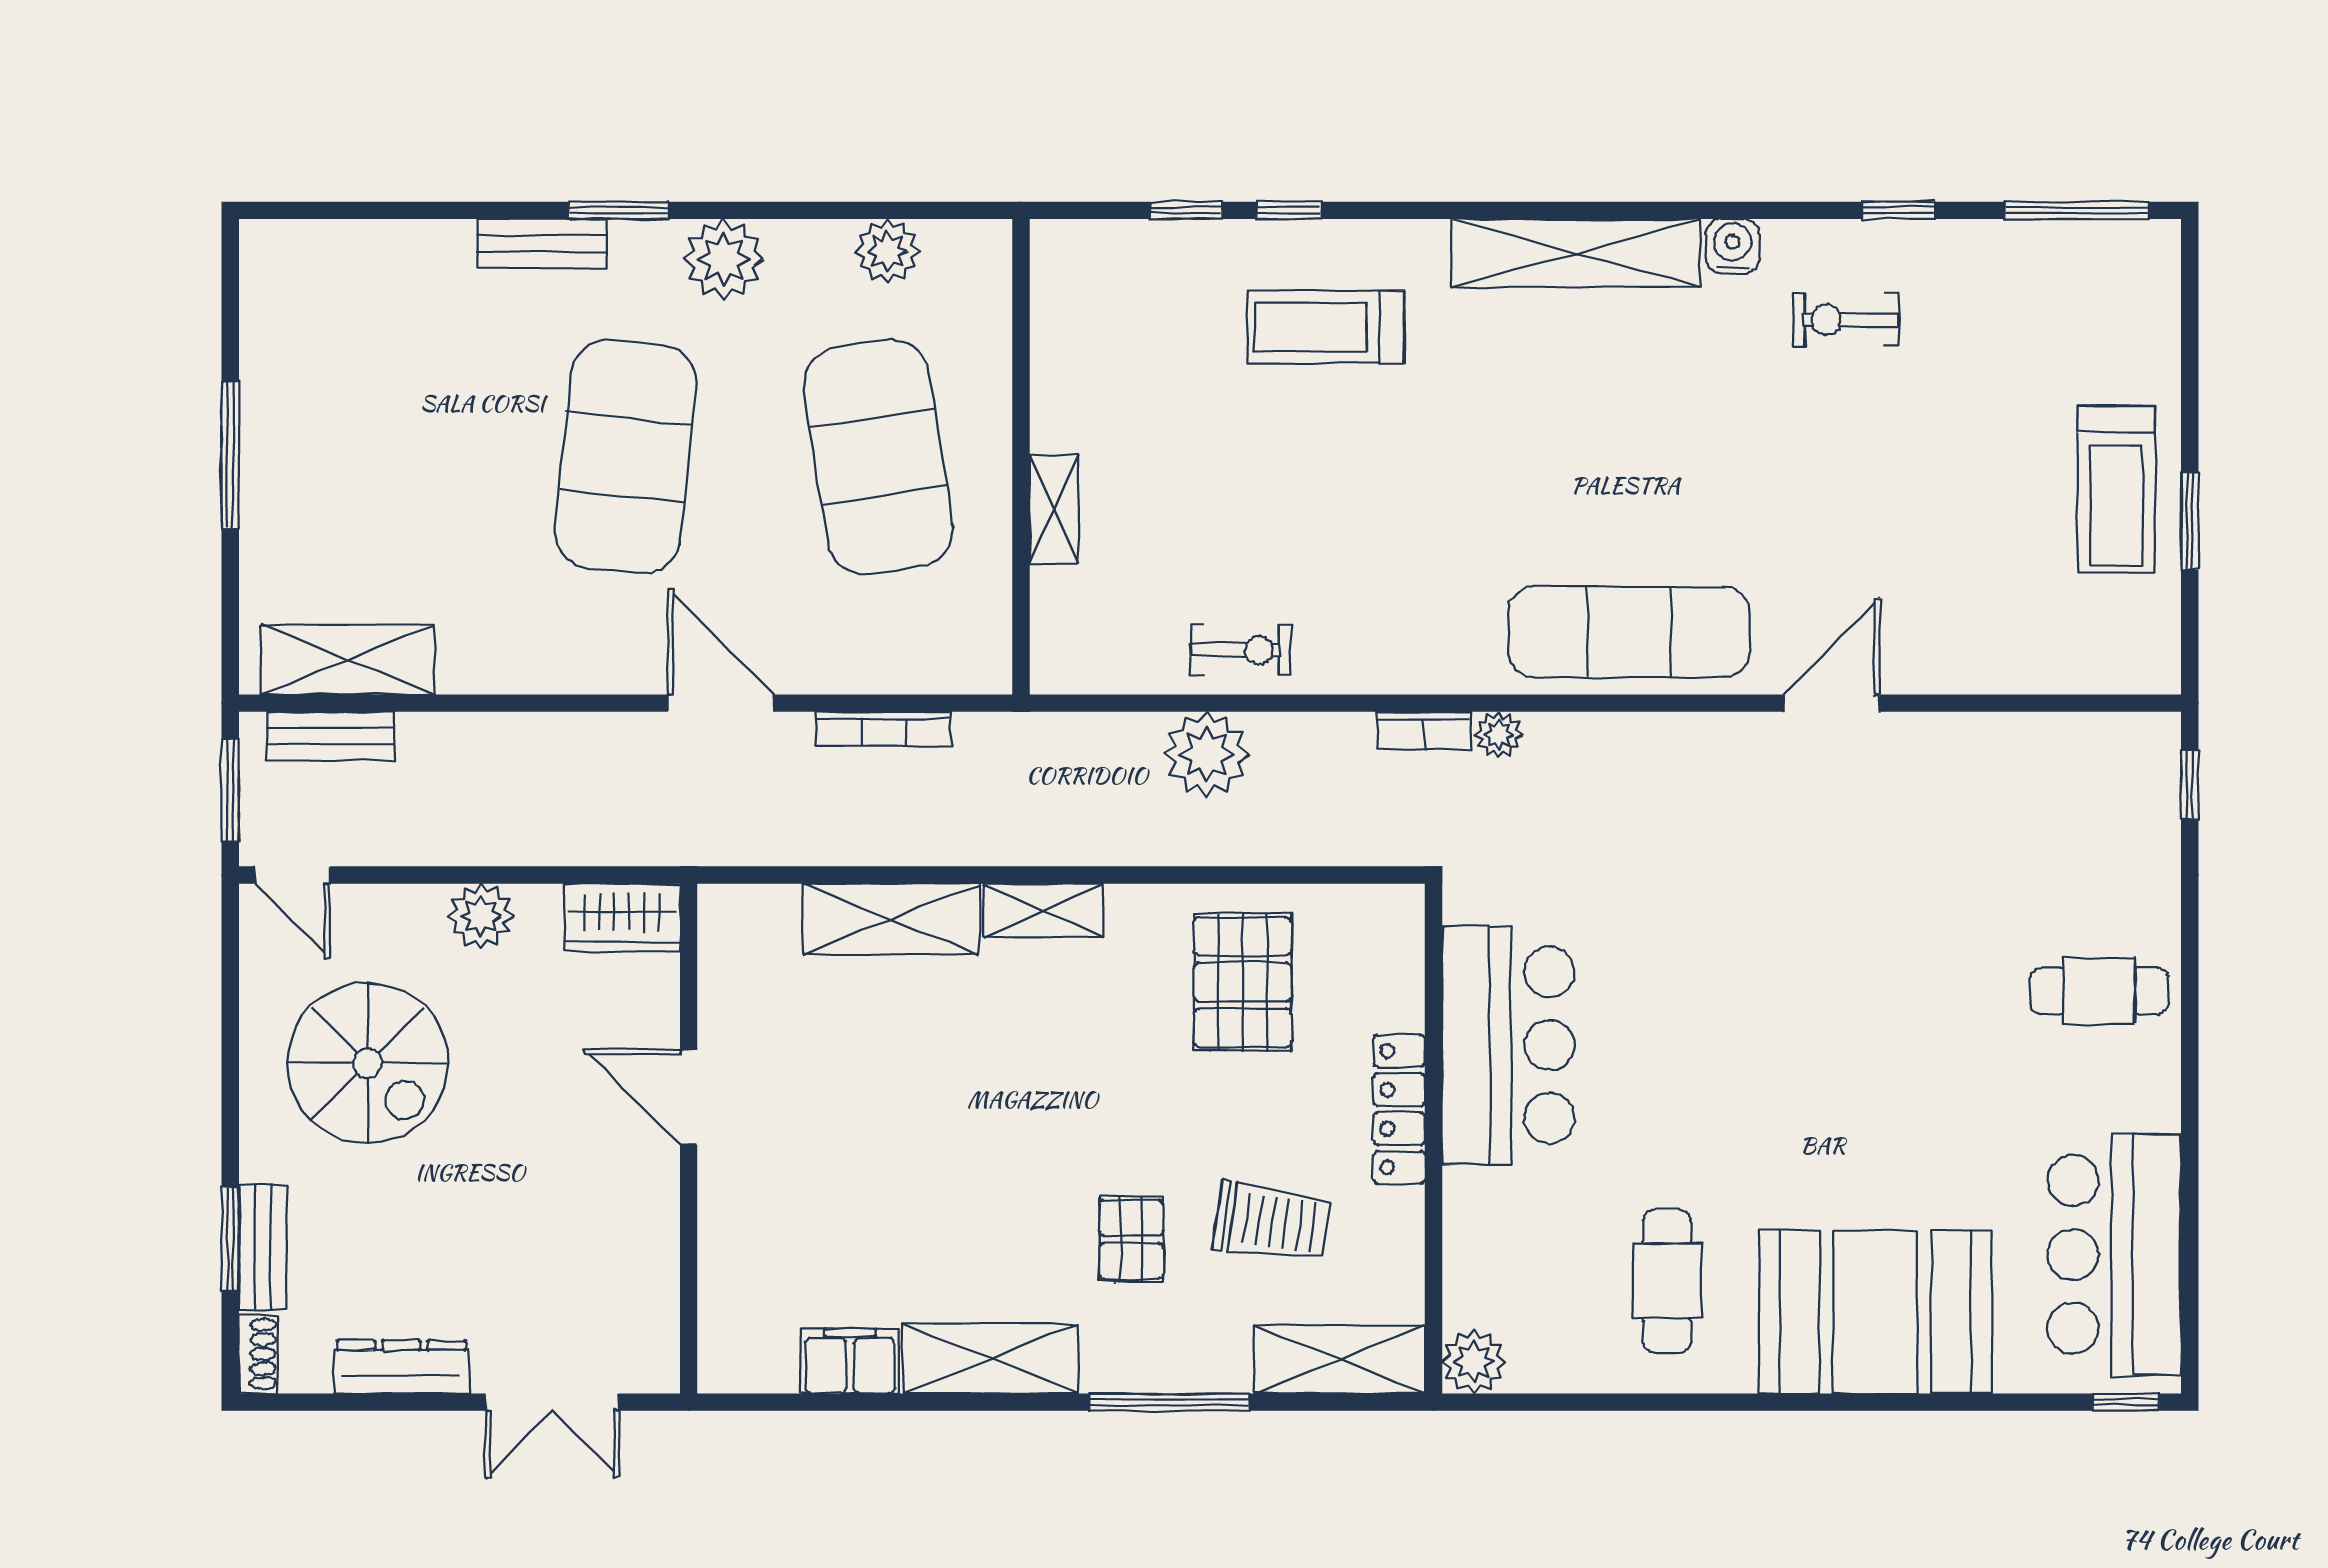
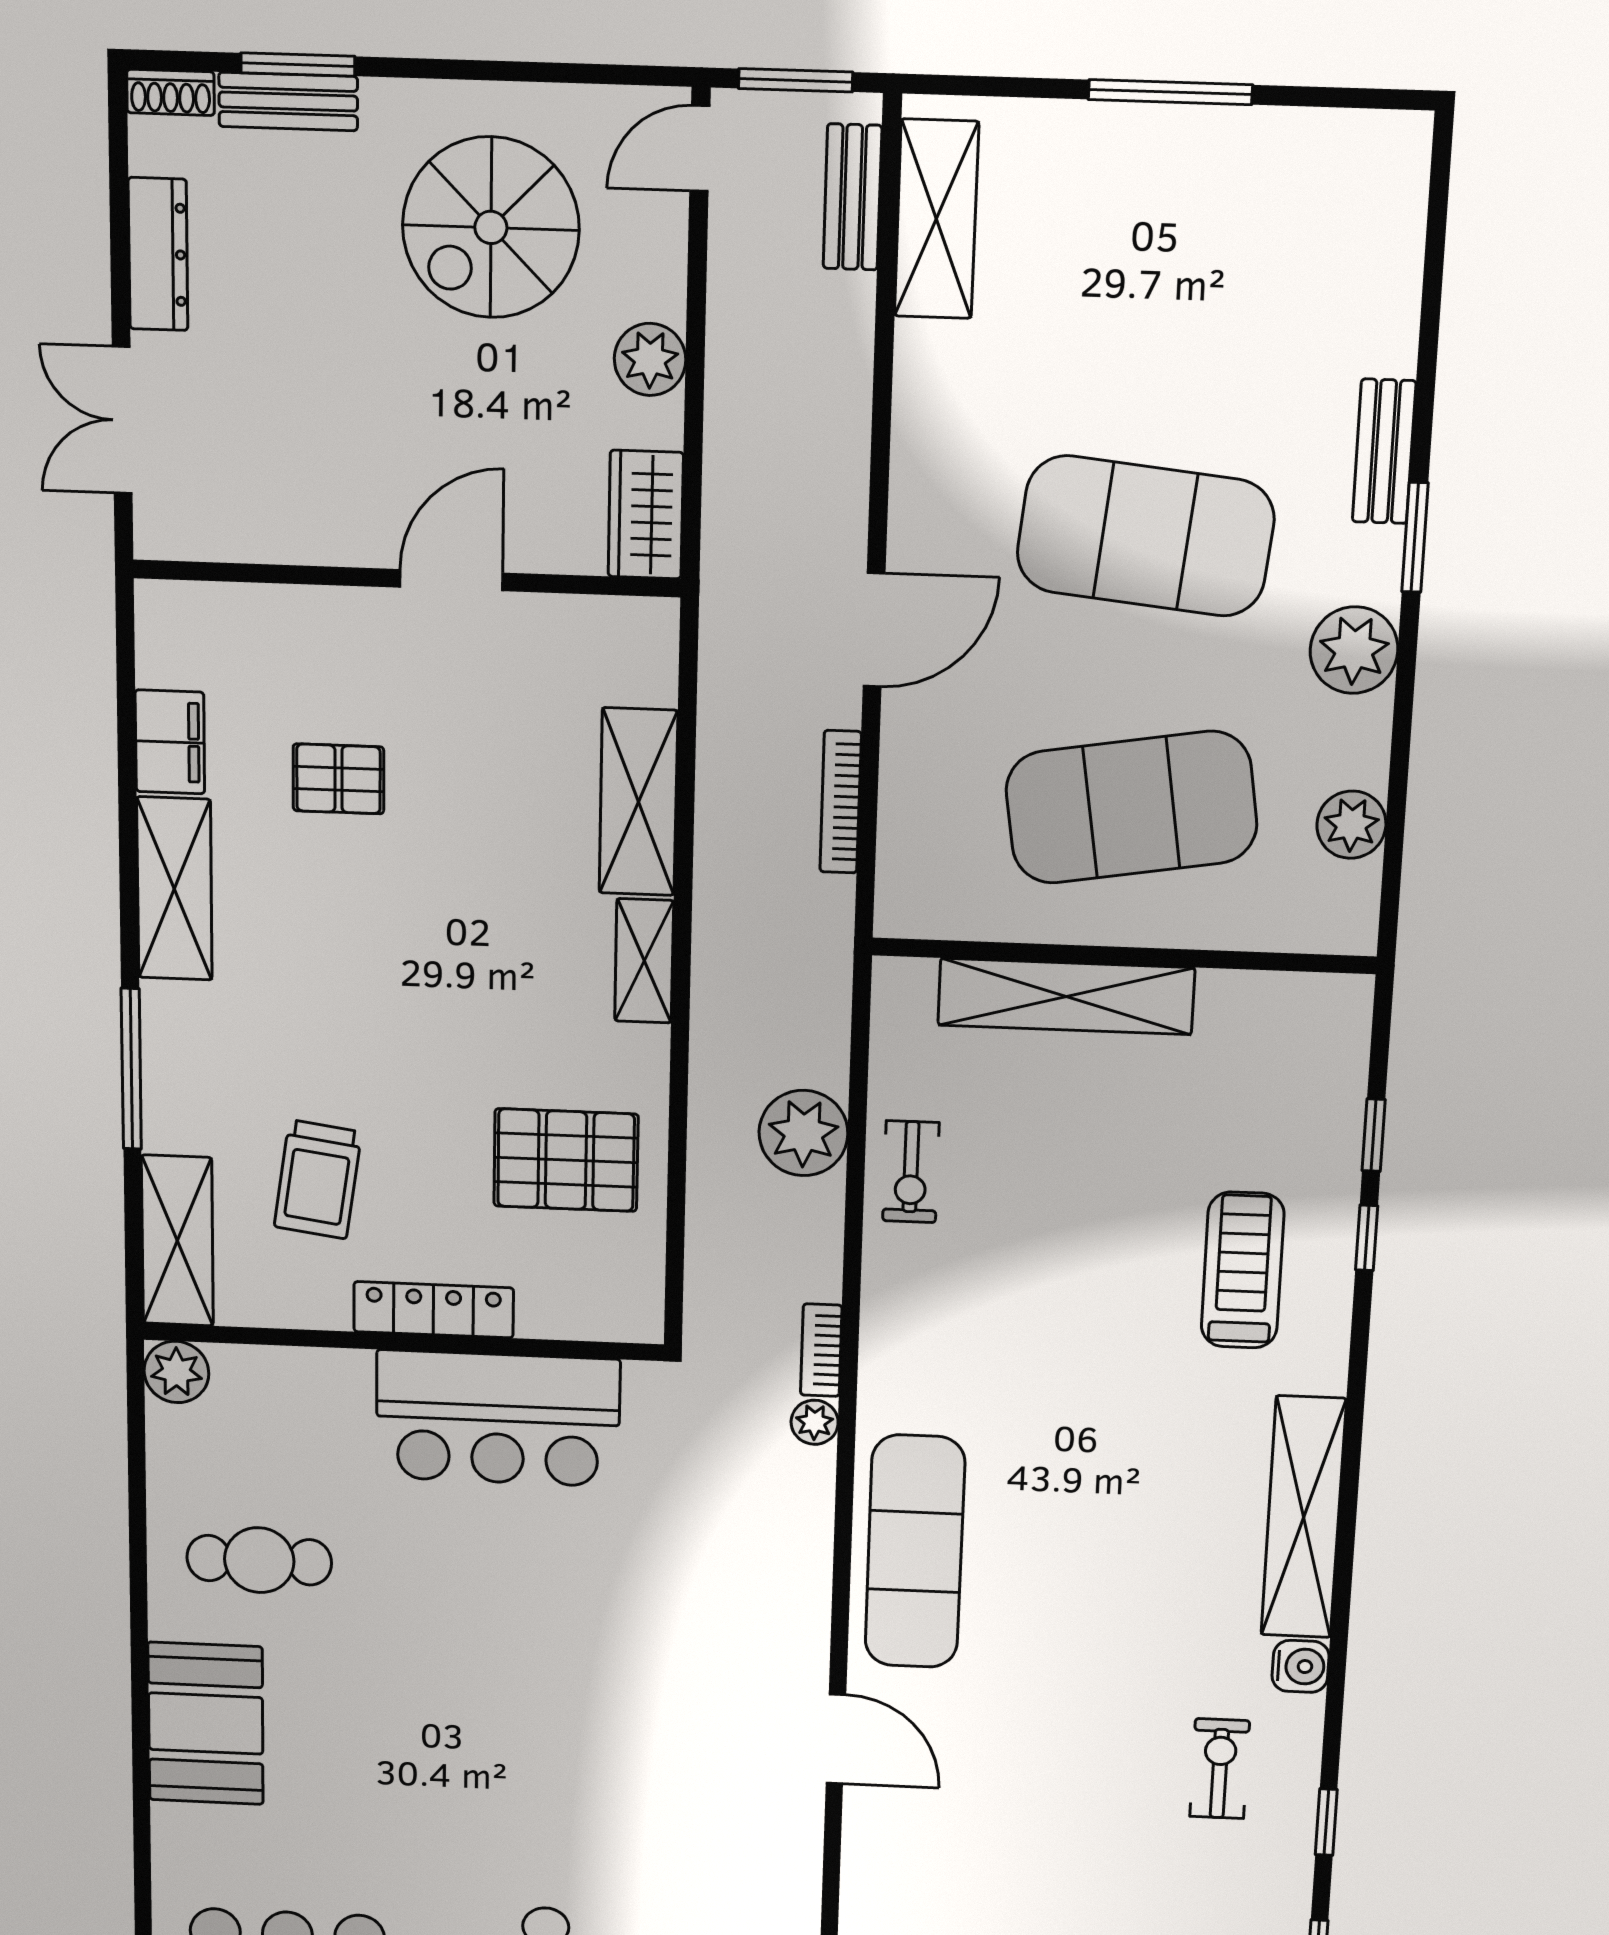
shelving: (1054, 509) -> (1066, 996), width x2.20, depth x1.33
pallet: (1131, 1239) -> (338, 779), moved
booth: (1875, 1312) -> (206, 1723), width x0.73, depth x0.70

